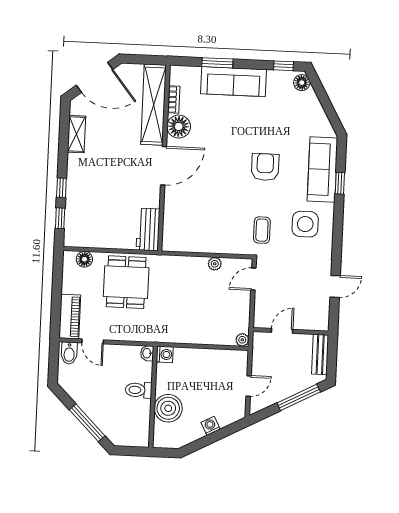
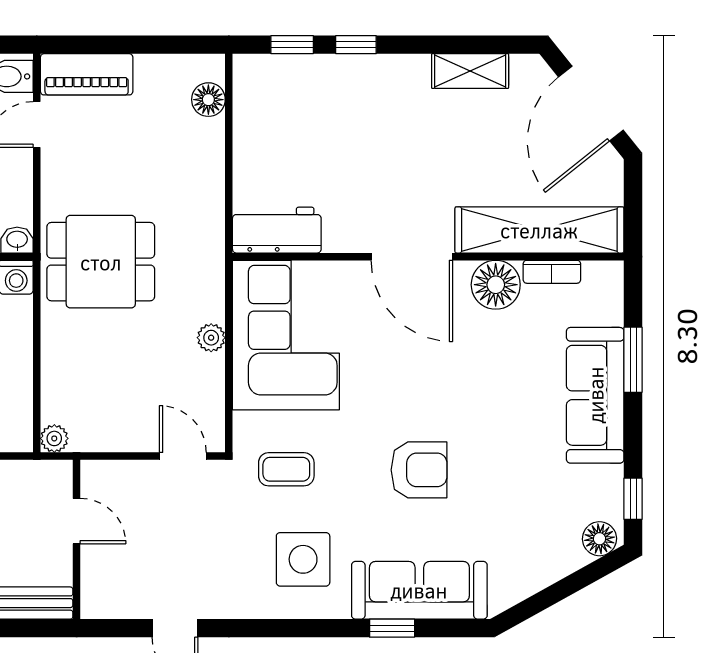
corner sofa: (198, 227) -> (286, 335), added
plant: (215, 264) -> (211, 338), moved
dining table: (126, 282) -> (101, 262), moved

